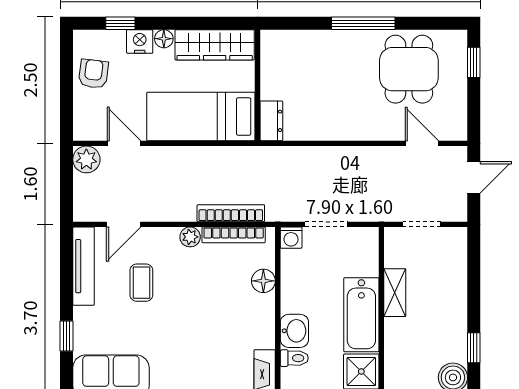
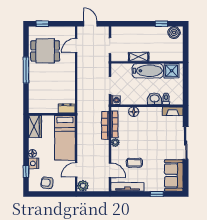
wardrobe: (215, 45) -> (35, 127), width x0.67

